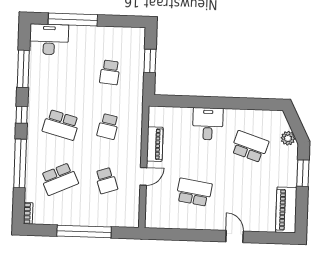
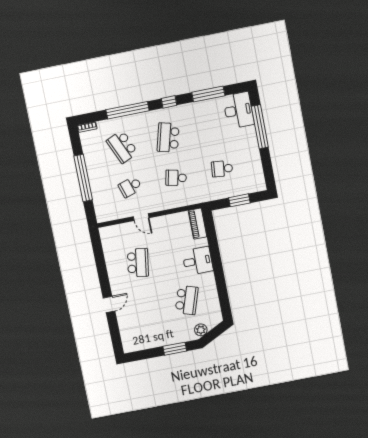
piano: (155, 144) -> (198, 224), moved, turned 90
piano: (286, 210) -> (141, 342), removed

